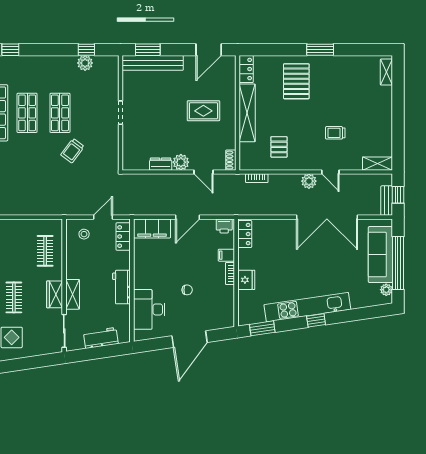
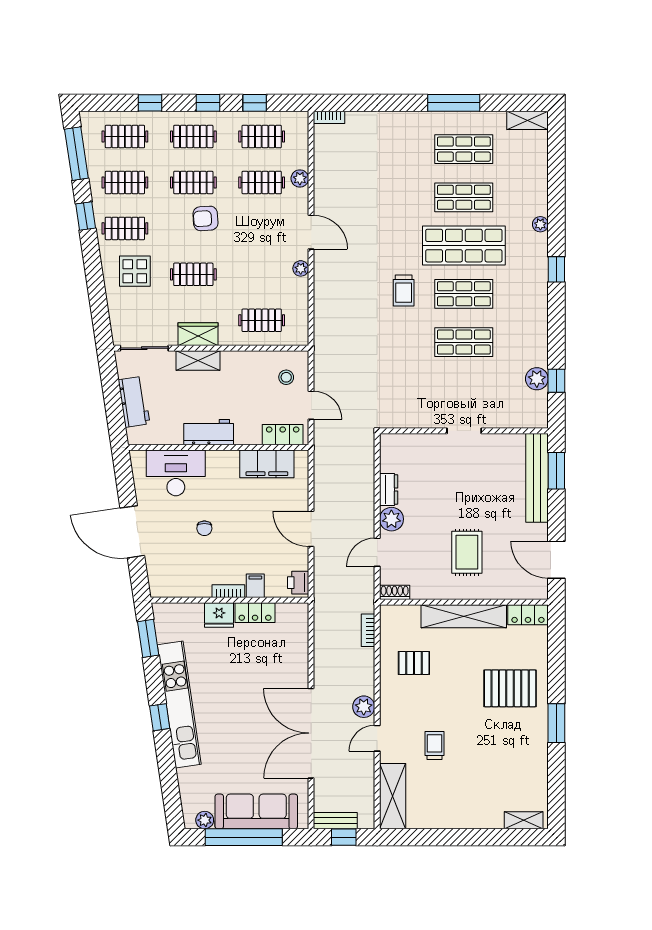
trolley: (72, 151) -> (404, 290), moved, turned -127
shelving: (377, 164) -> (393, 796), width x1.50, depth x1.33
plant: (10, 224) -> (301, 268), added
filing cabinet: (152, 228) -> (267, 464), moved, turned -90
locker: (245, 234) -> (255, 613), moved

